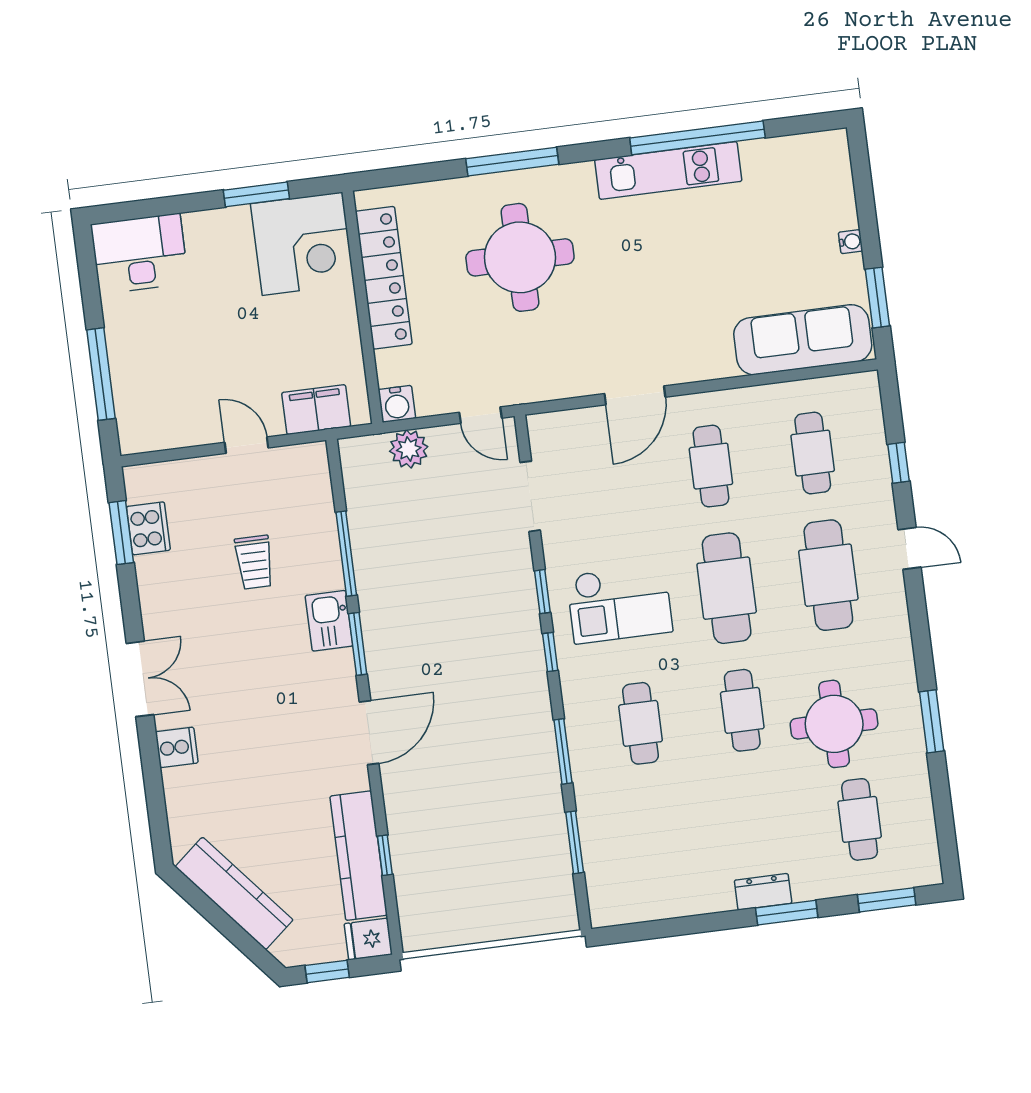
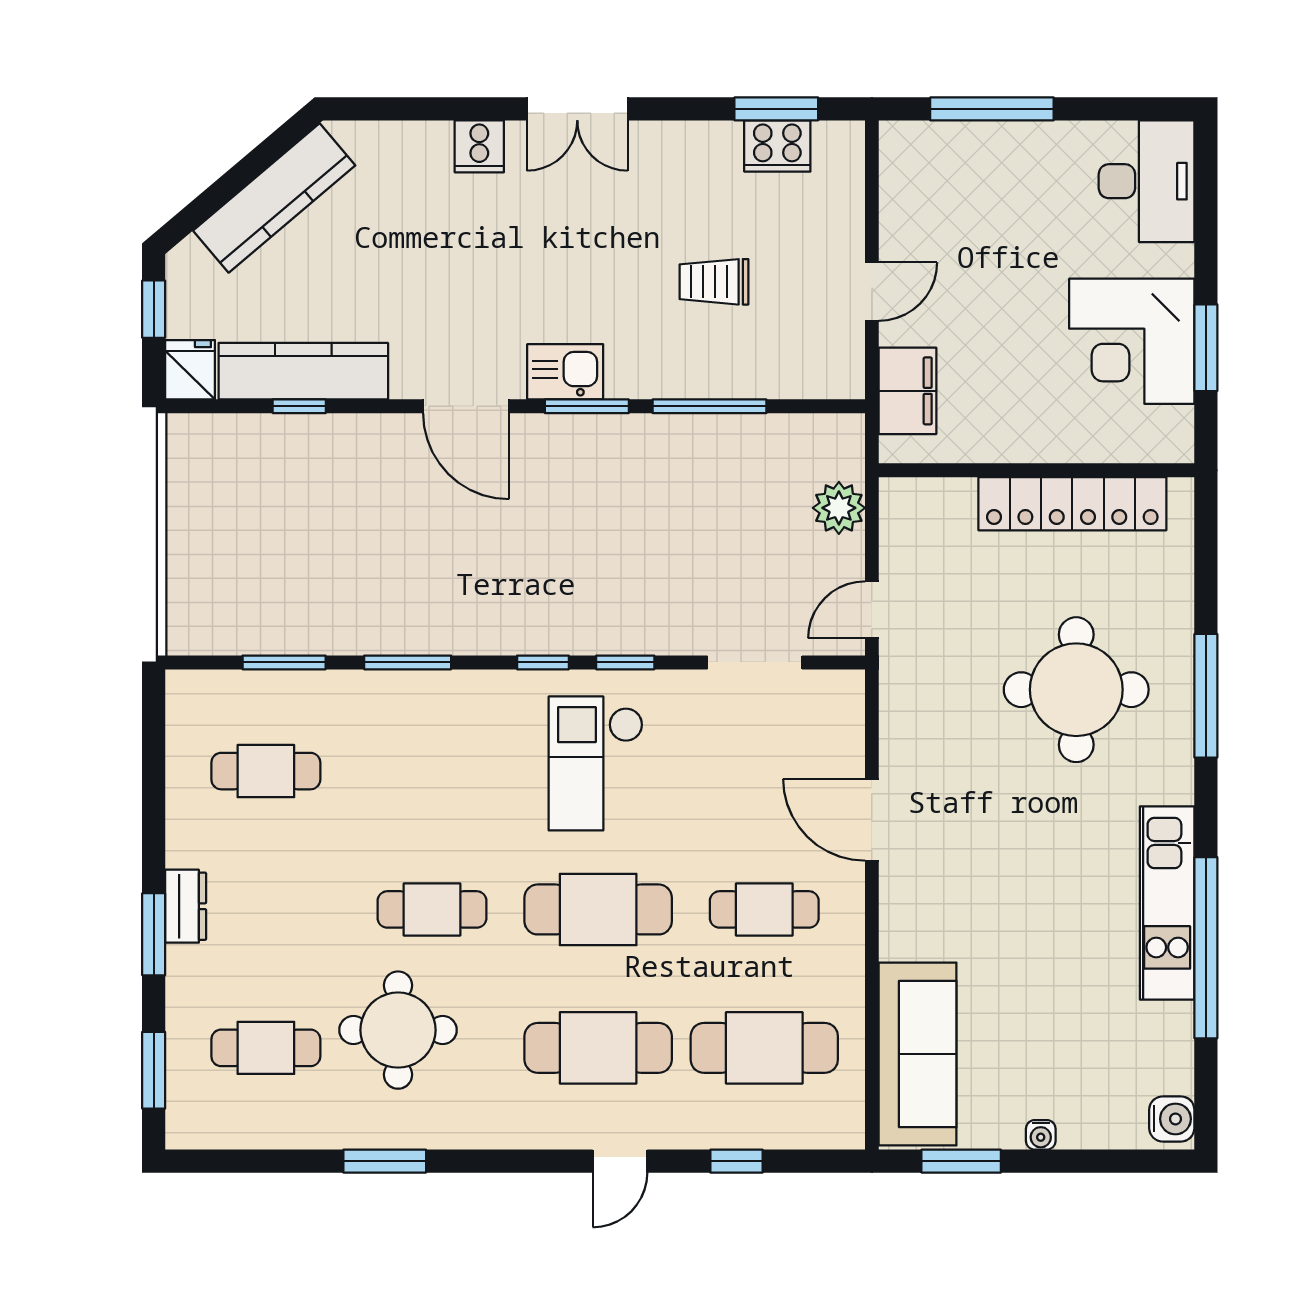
corner desk: (302, 244) -> (1132, 341), moved
water cooler: (397, 404) -> (1172, 1119), moved, turned 180
cafe table: (813, 453) -> (764, 1048), width x1.37, depth x1.35
kitchen sink: (329, 621) -> (565, 372), moved
cafe table: (640, 723) -> (266, 771), moved

